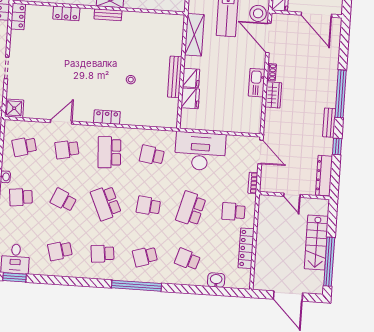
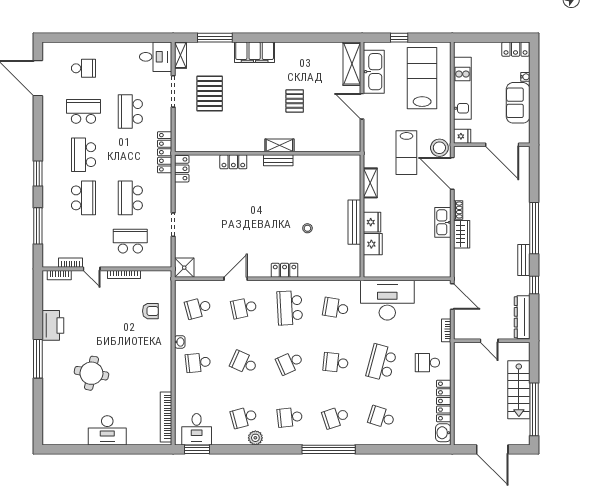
shelving: (194, 35) -> (370, 183), width x0.67, depth x0.75
school desk: (106, 203) -> (290, 363), width x0.54
plant: (69, 270) -> (255, 438), added
washbasin: (216, 280) -> (443, 433), moved, turned -90

